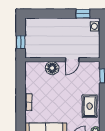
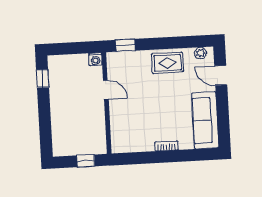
washing machine: (95, 26) -> (96, 59), moved
floor lamp: (52, 68) -> (119, 116), removed

